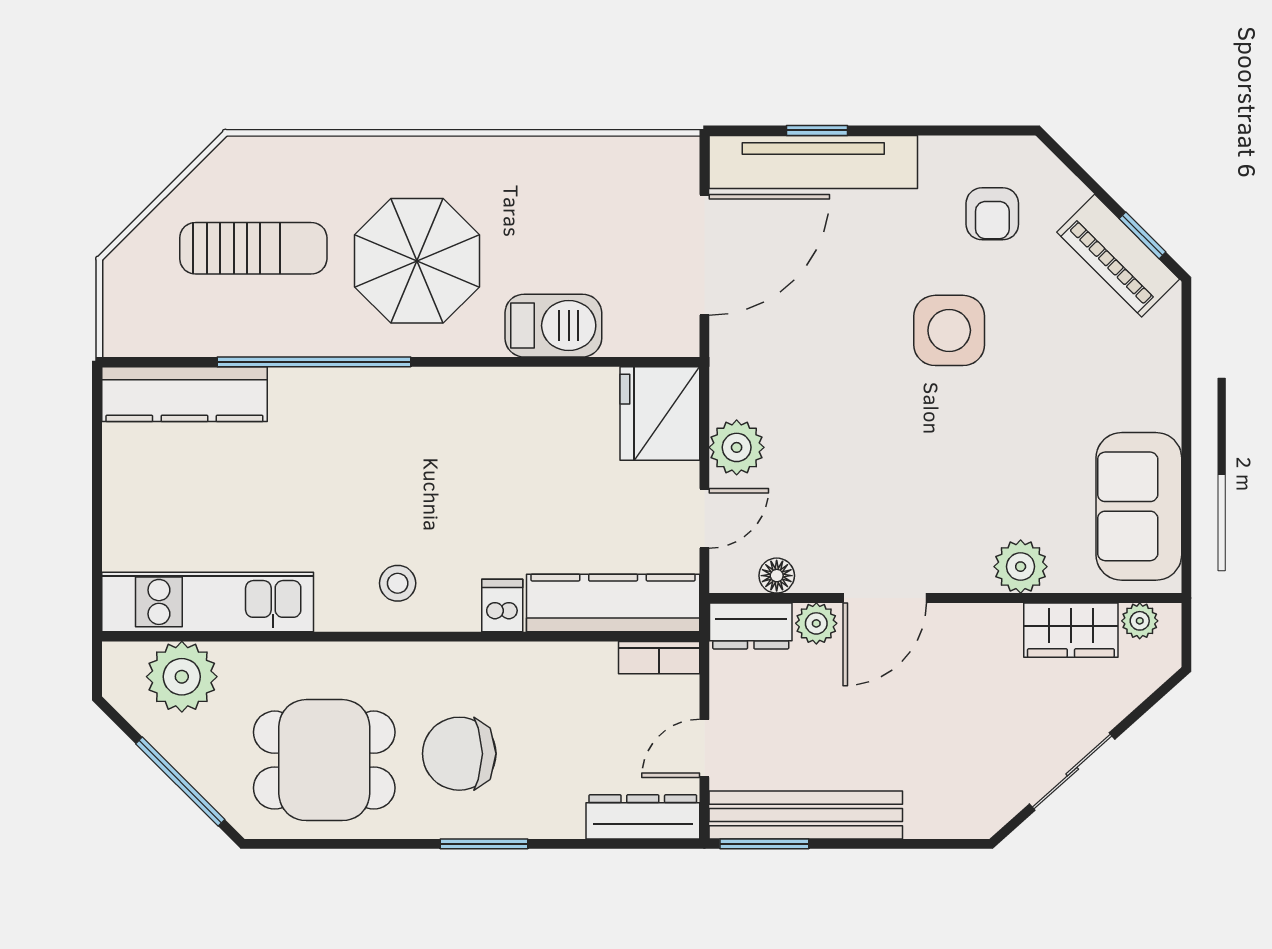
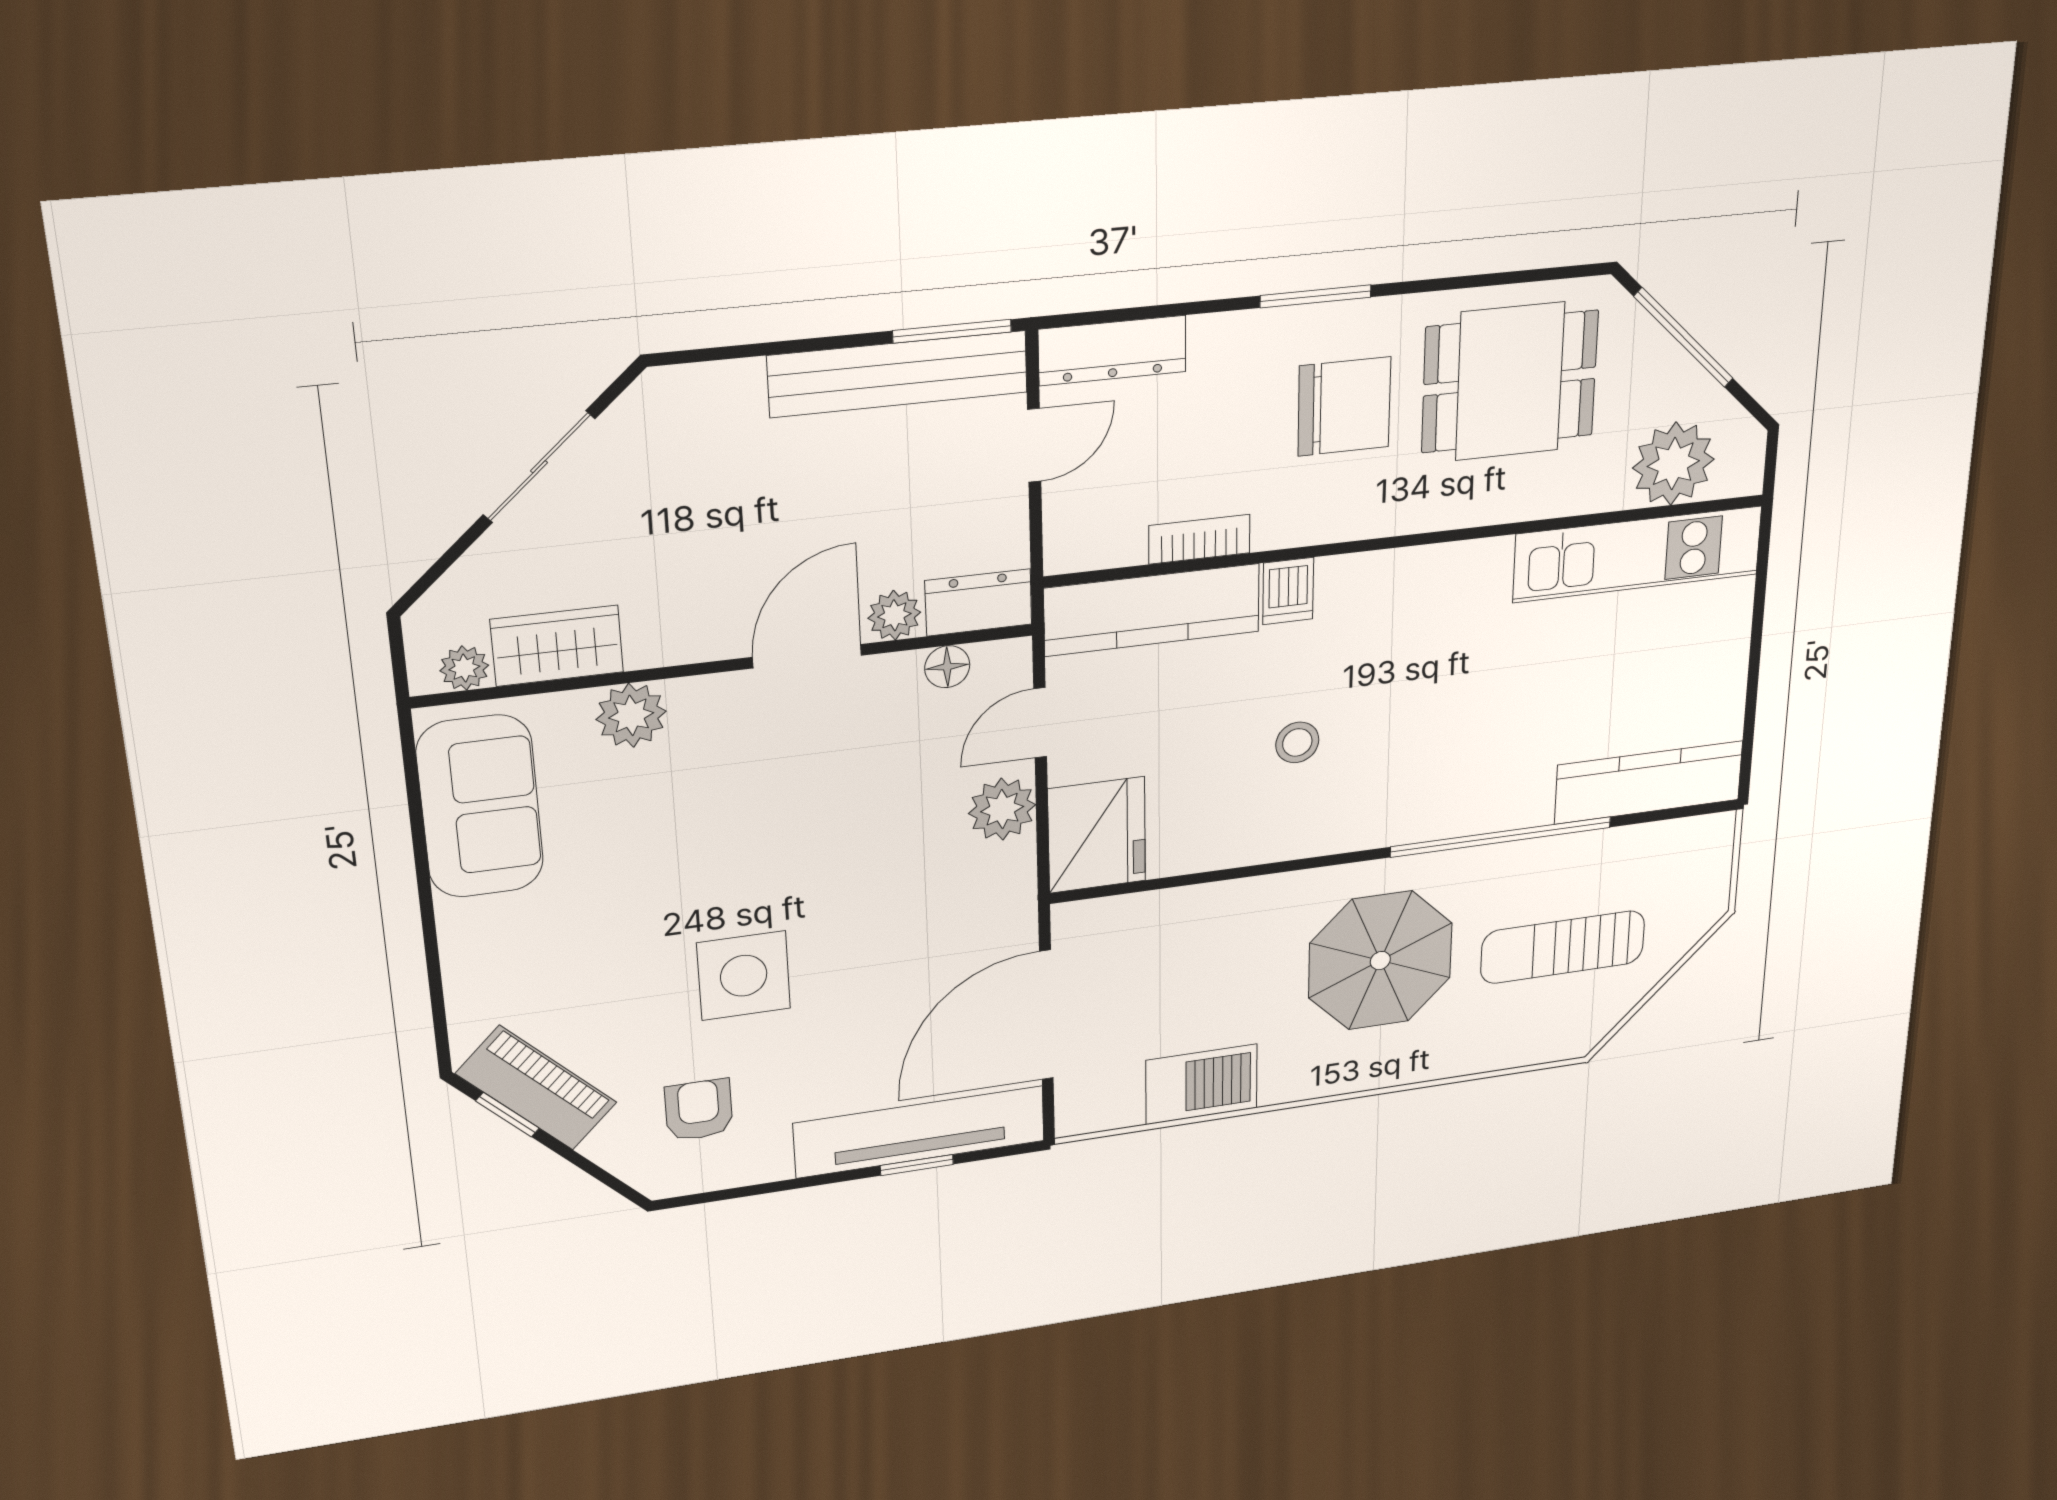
barbecue: (553, 326) -> (1202, 1084), moved, turned 180
stool: (398, 583) -> (1297, 742), moved
bookcase: (659, 658) -> (1199, 539), moved

